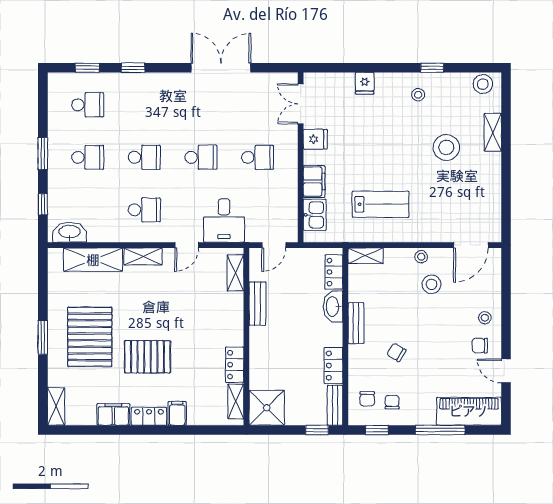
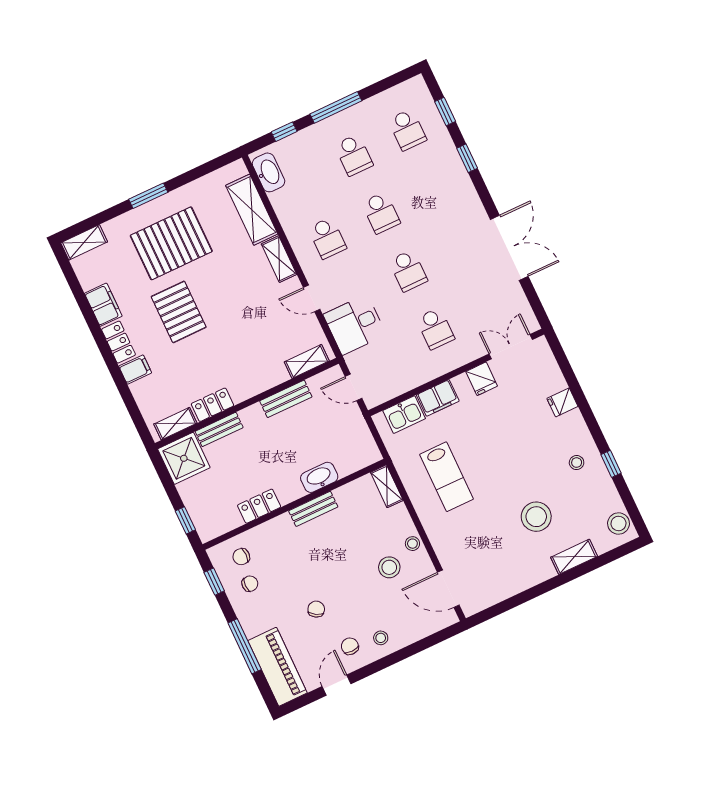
window: (43, 154) -> (336, 107), width x1.44
locker: (334, 272) -> (355, 462), removed
chair: (396, 352) -> (316, 609), moved
bench: (335, 405) -> (219, 429), moved

